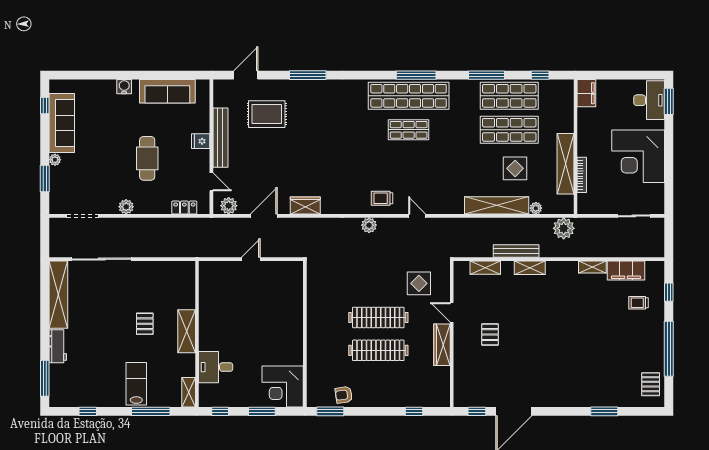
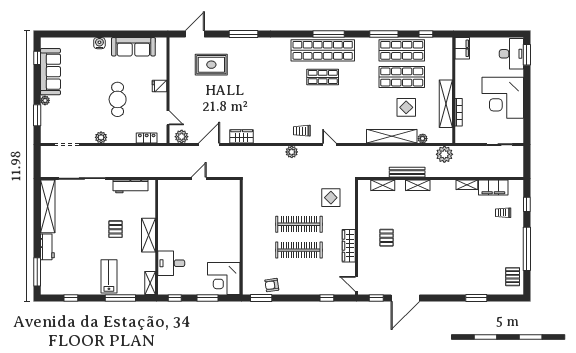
bench: (220, 138) -> (175, 83), removed
workbench: (164, 269) -> (131, 186), added
door: (452, 312) -> (357, 284), moved

